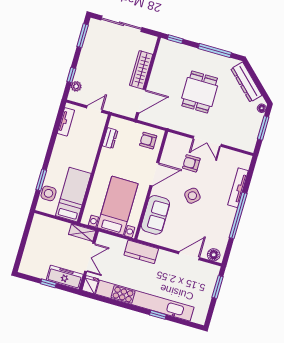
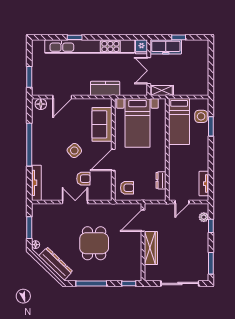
tv unit: (238, 188) -> (36, 183), moved

